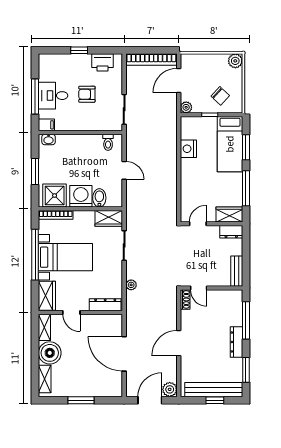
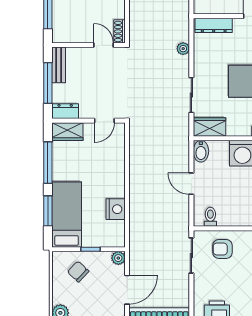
armchair: (87, 94) -> (222, 249), moved, turned 180
bidet: (99, 198) -> (201, 151), moved
window: (246, 256) -> (48, 83), added

